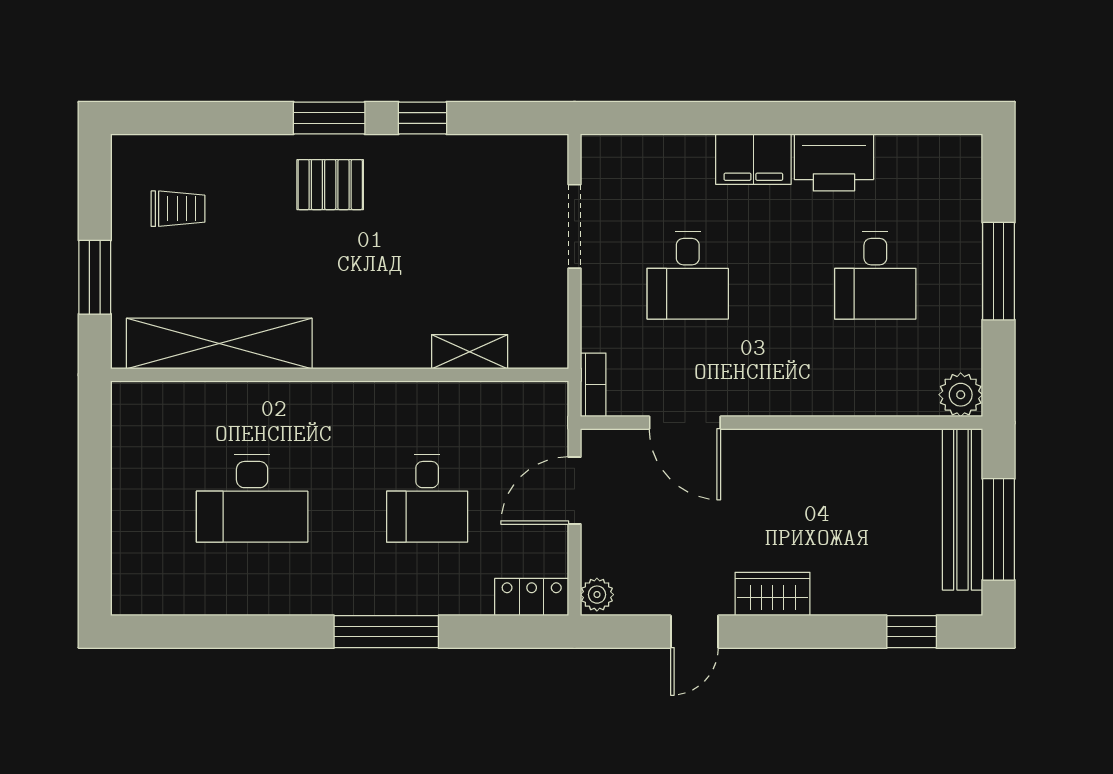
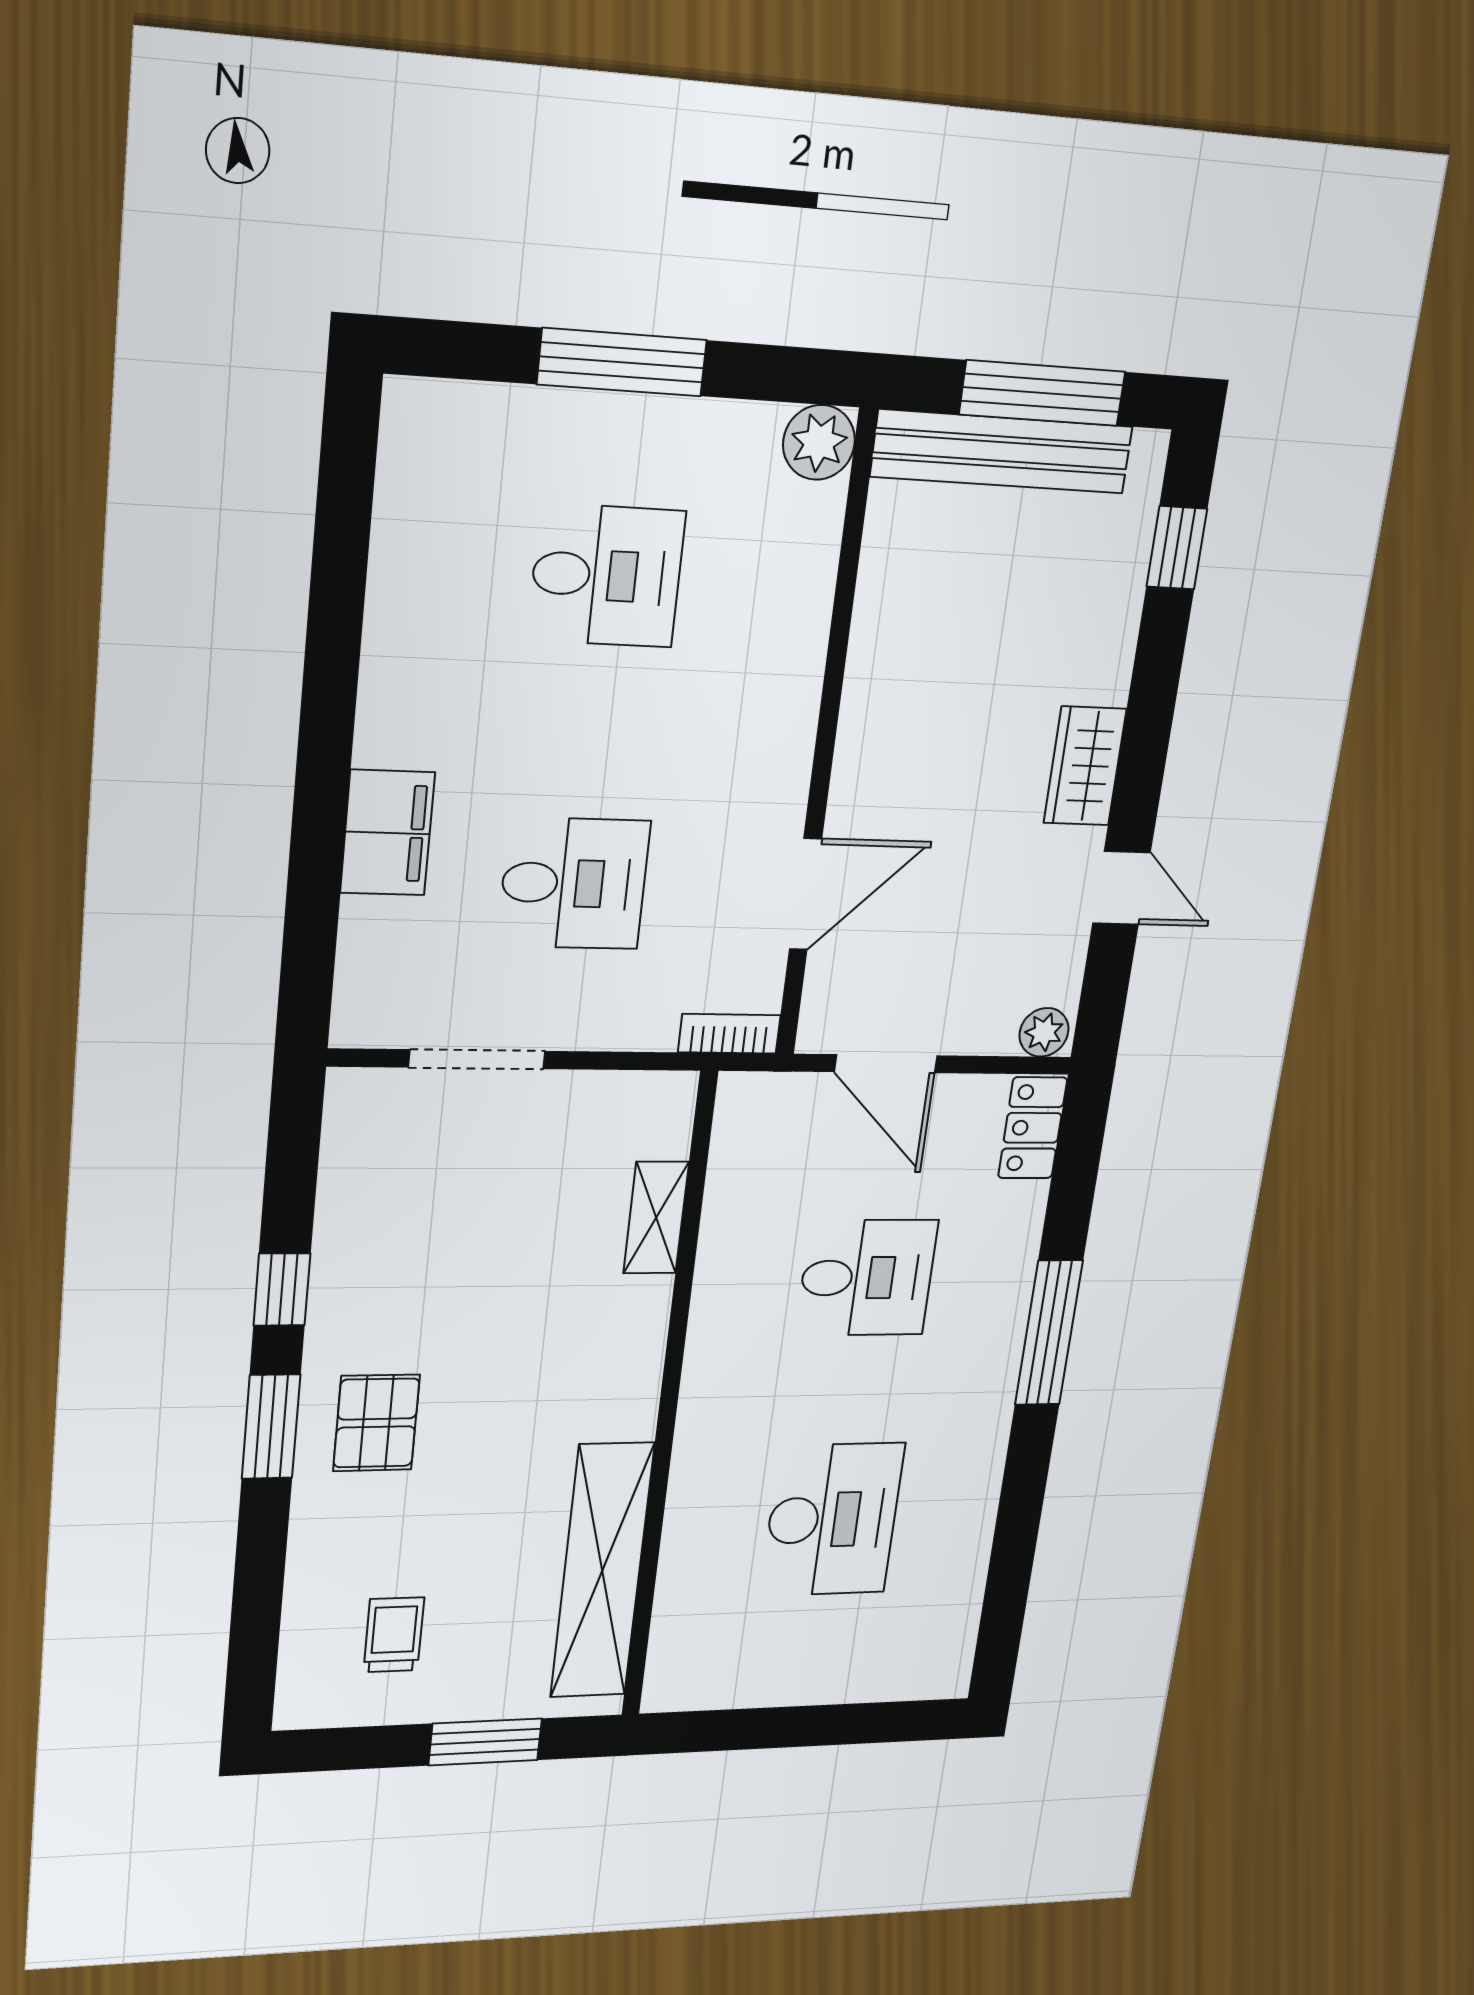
filing cabinet: (753, 159) -> (388, 833), moved
printer: (834, 162) -> (410, 636), removed

